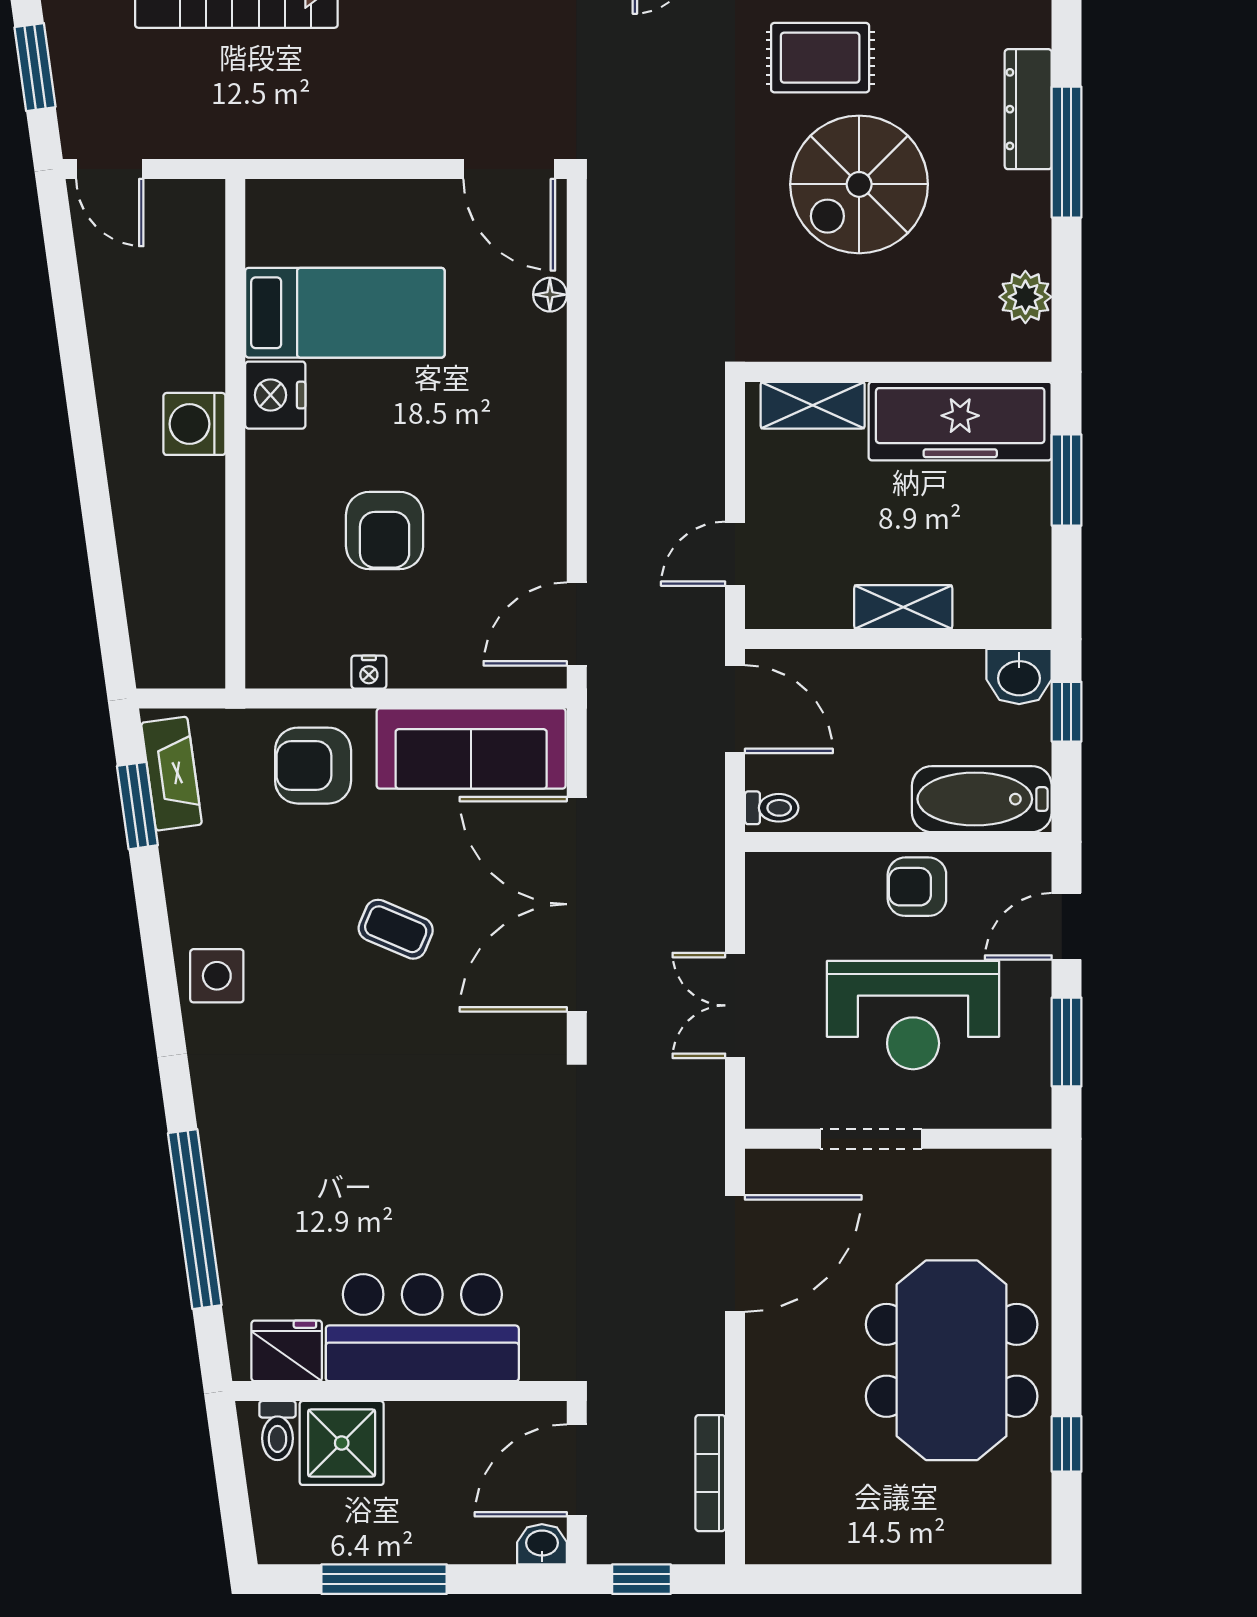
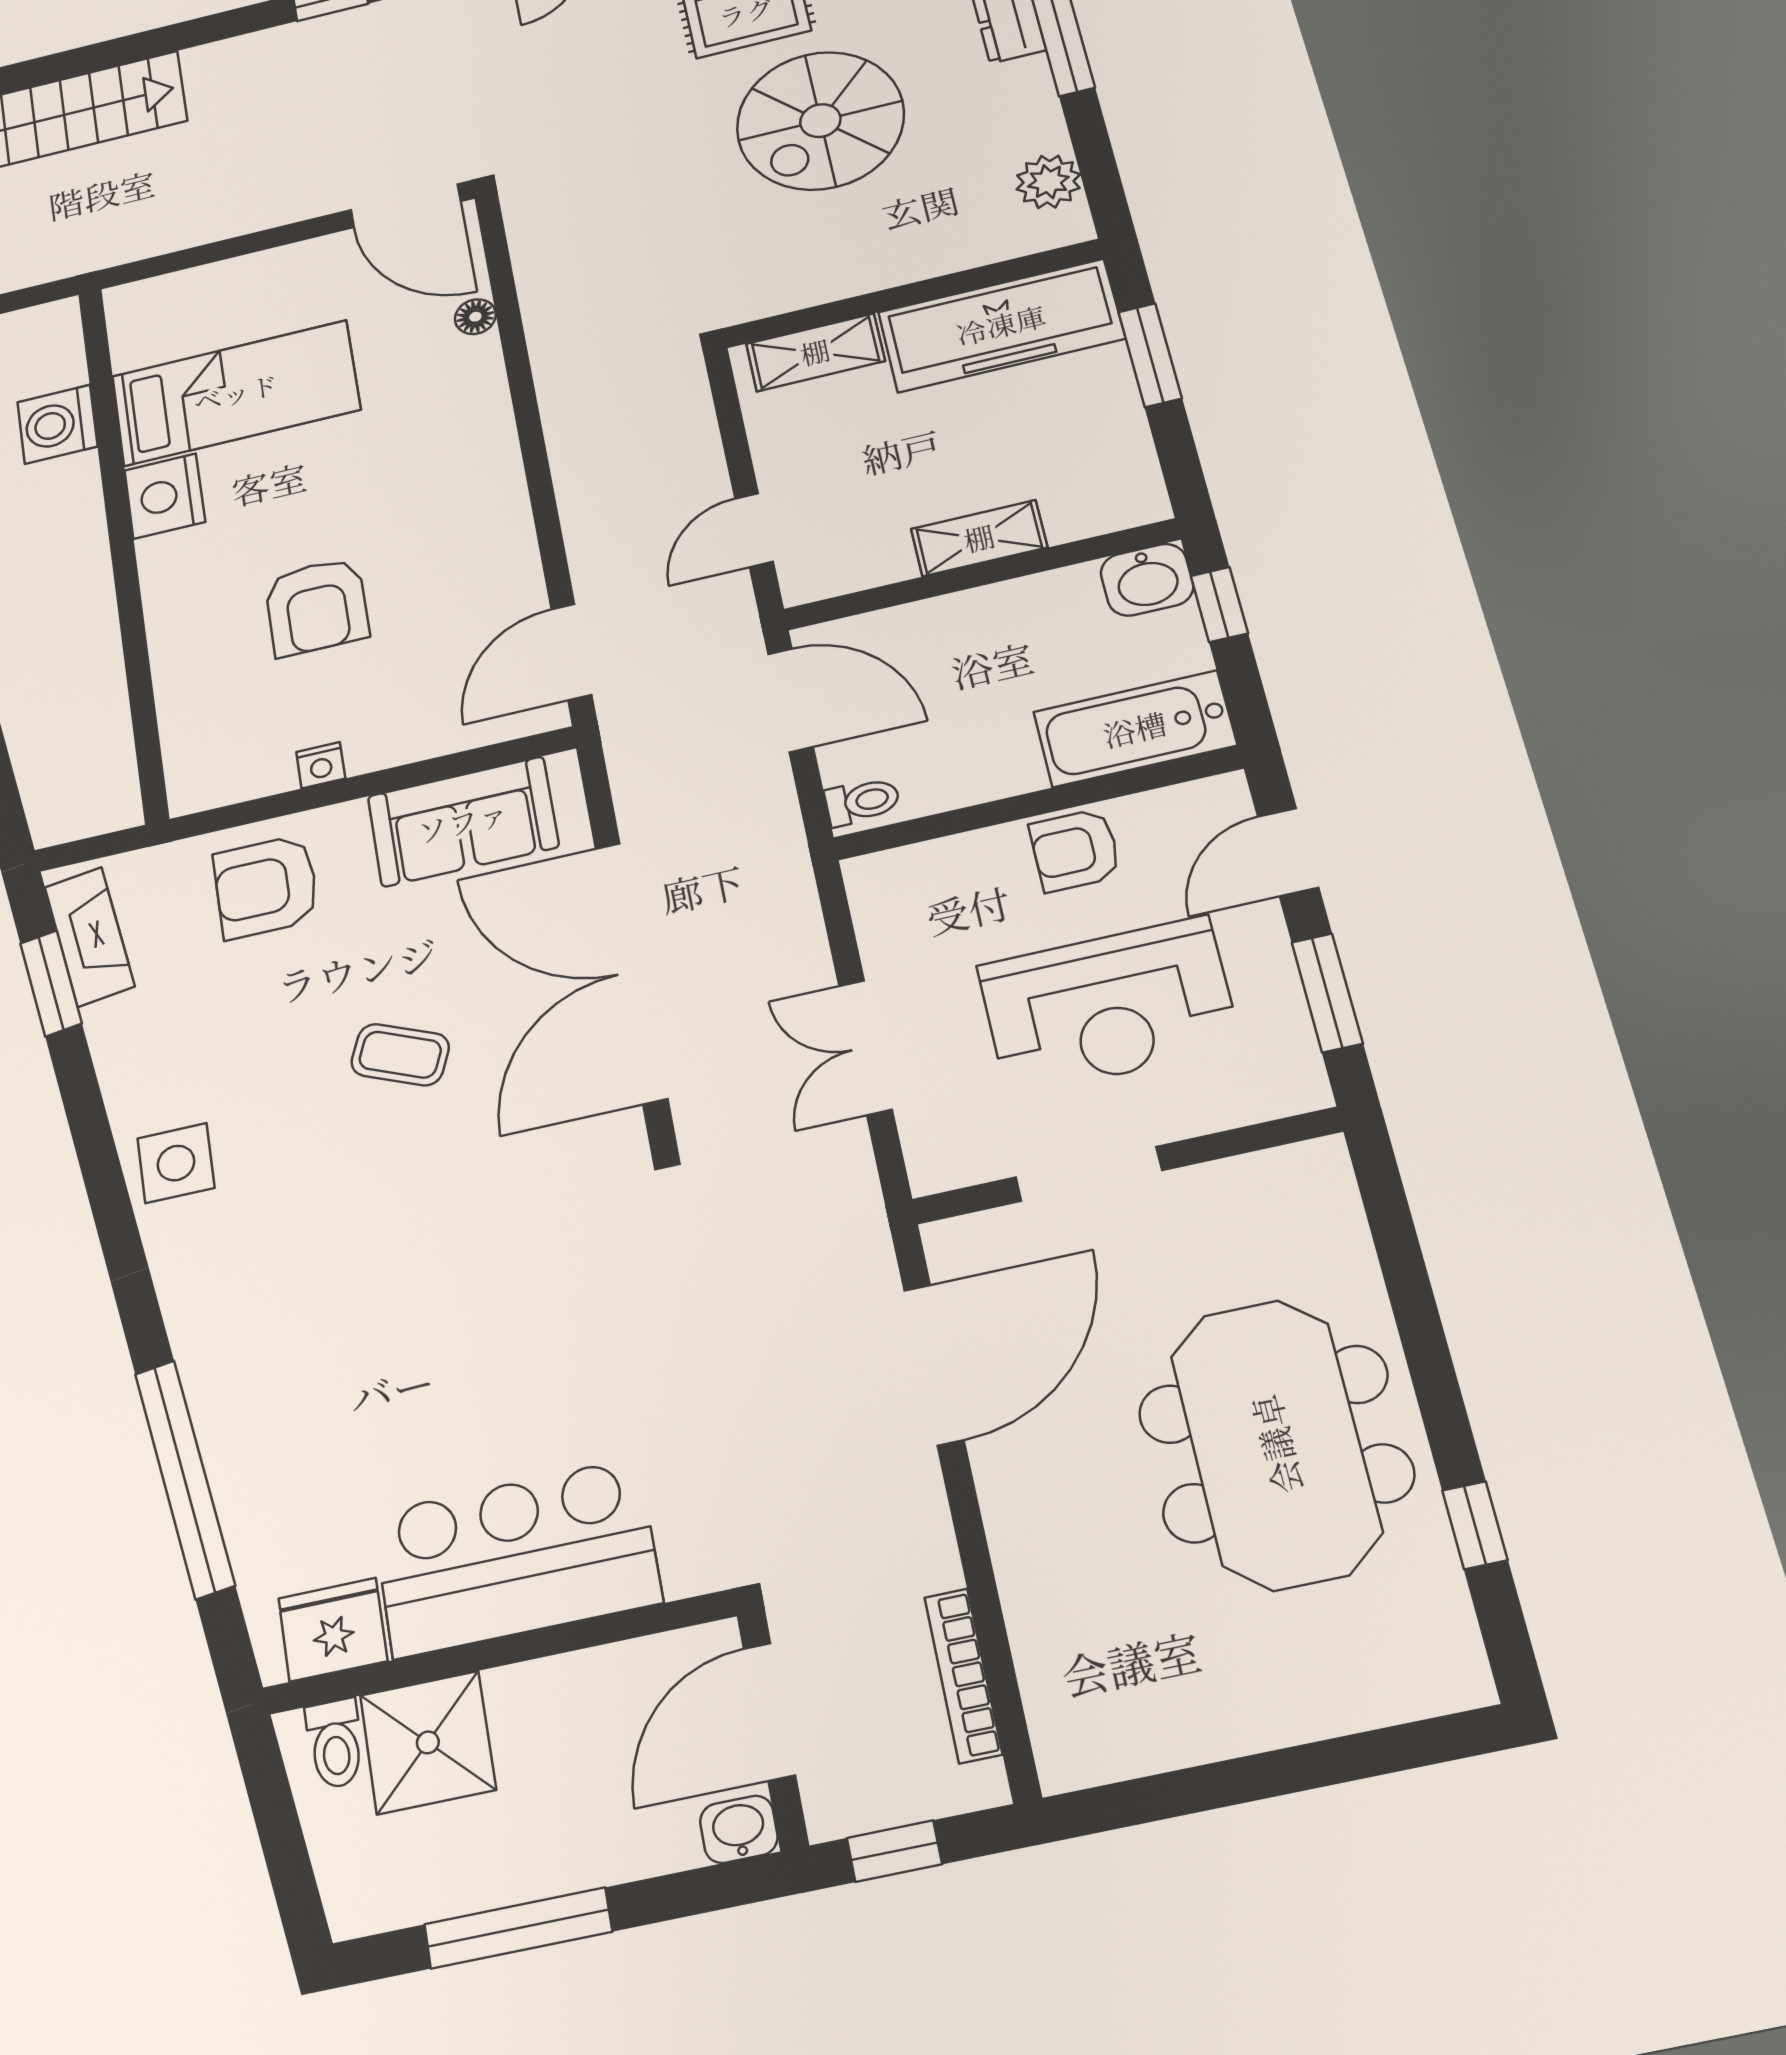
washing machine: (194, 424) -> (57, 424), moved
sofa: (471, 748) -> (463, 822), width x0.73

